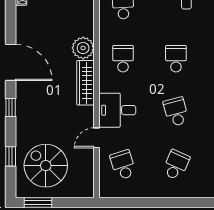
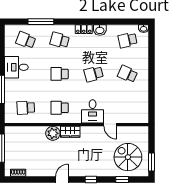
door: (11, 62) -> (62, 180), width x0.53
wardrobe: (85, 83) -> (70, 132), width x0.67
school desk: (123, 165) -> (128, 108), removed
spiral stairs: (46, 166) -> (128, 157), turned 90

